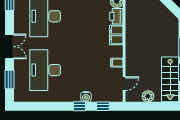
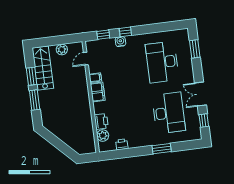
filing cabinet: (116, 35) -> (98, 92), moved
double door: (9, 47) -> (200, 94), moved
desk: (45, 70) -> (162, 62), turned 180

